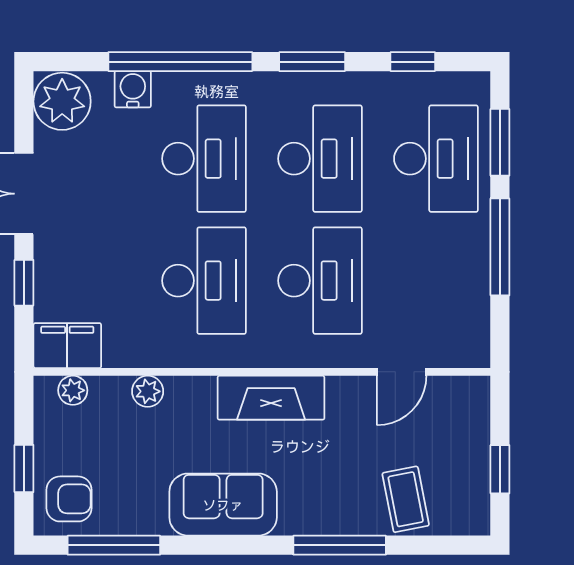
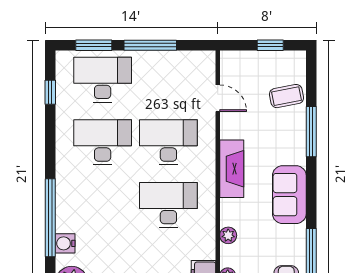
window: (312, 62) -> (50, 147), removed
desk: (204, 159) -> (103, 205), removed

